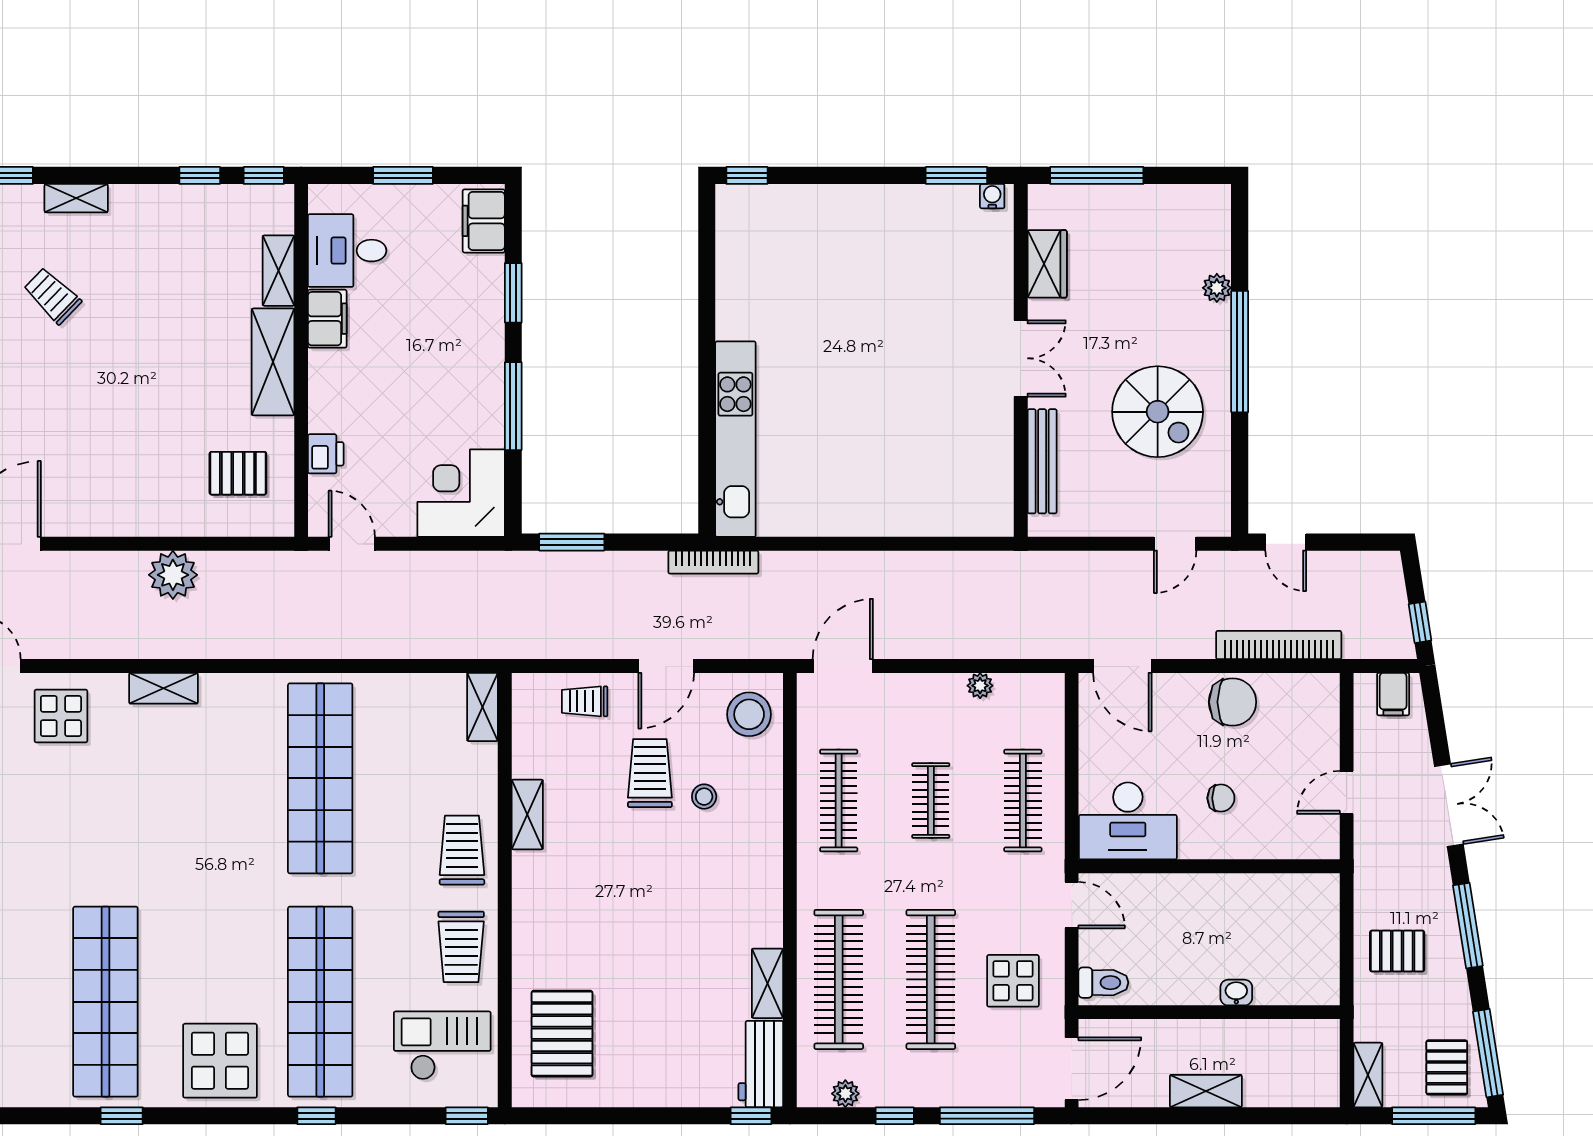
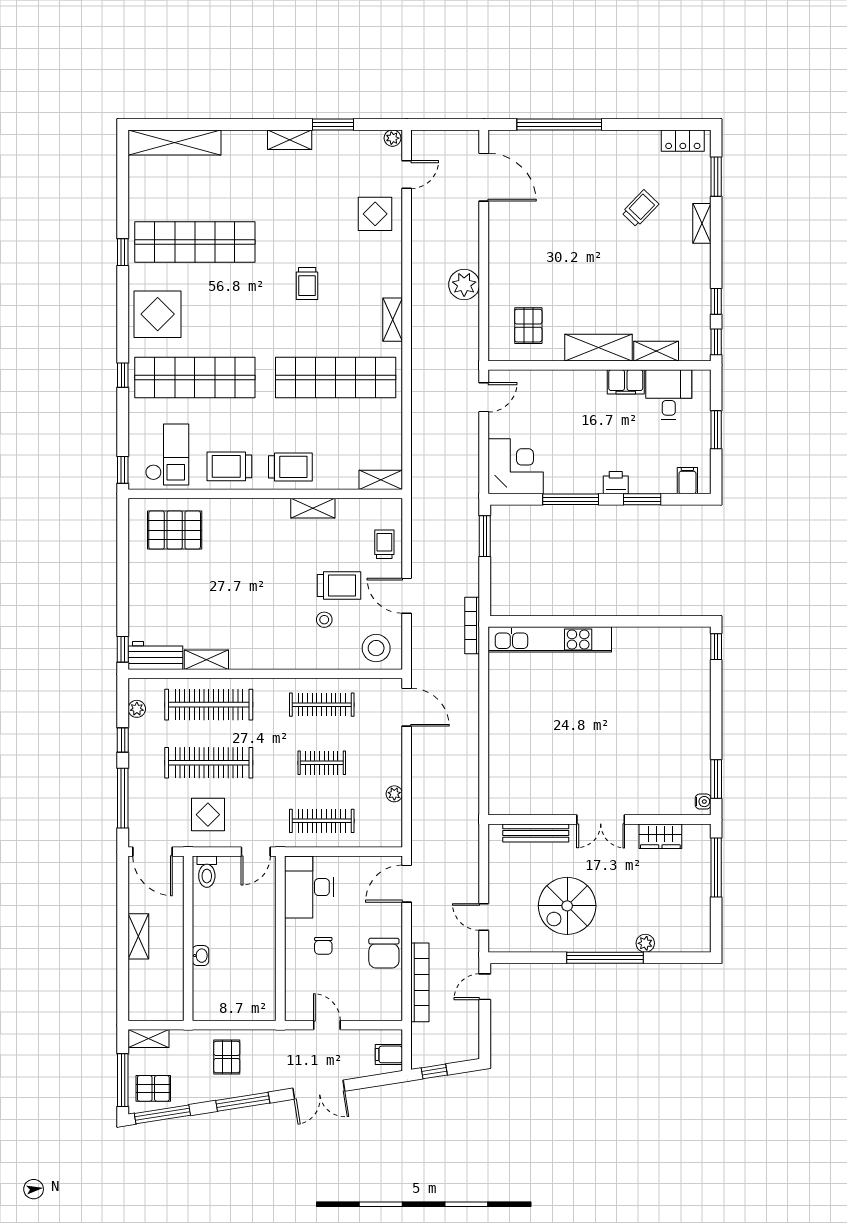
filing cabinet: (484, 221) -> (687, 481), width x0.50
printer: (326, 454) -> (616, 483), moved, turned 180
shelving: (164, 688) -> (393, 320), moved
trolley: (171, 824) -> (307, 283), added

